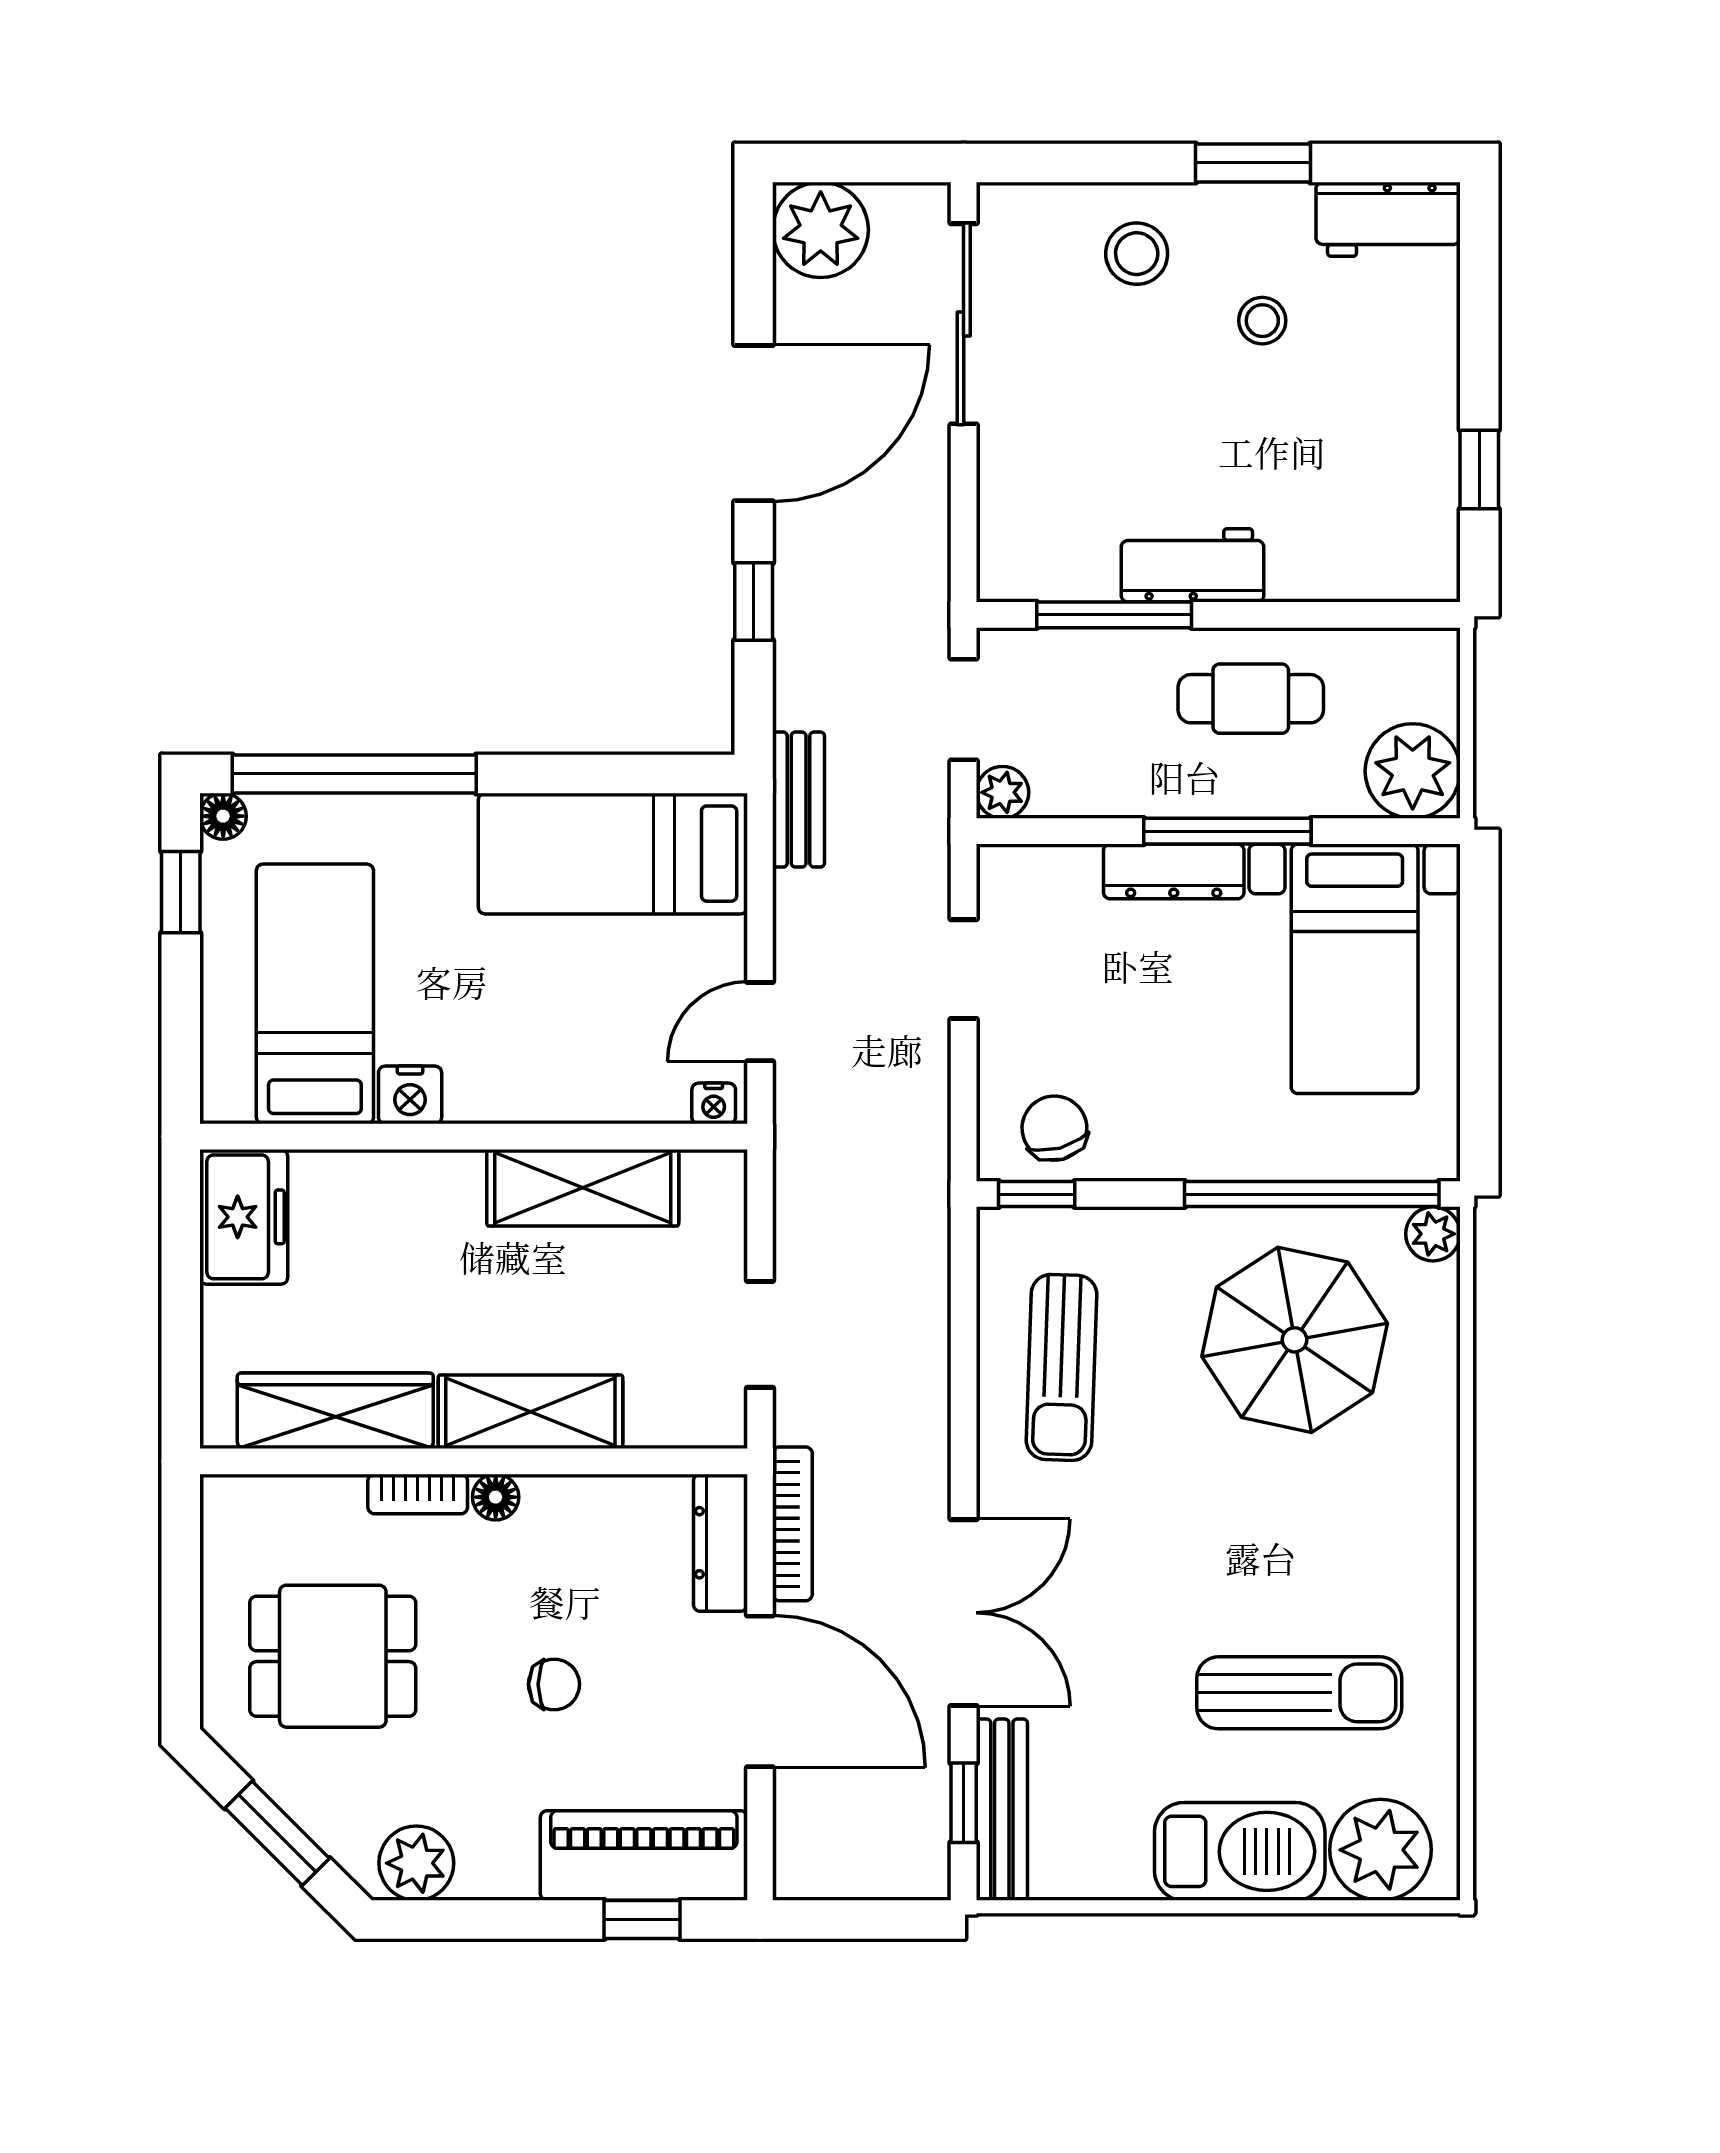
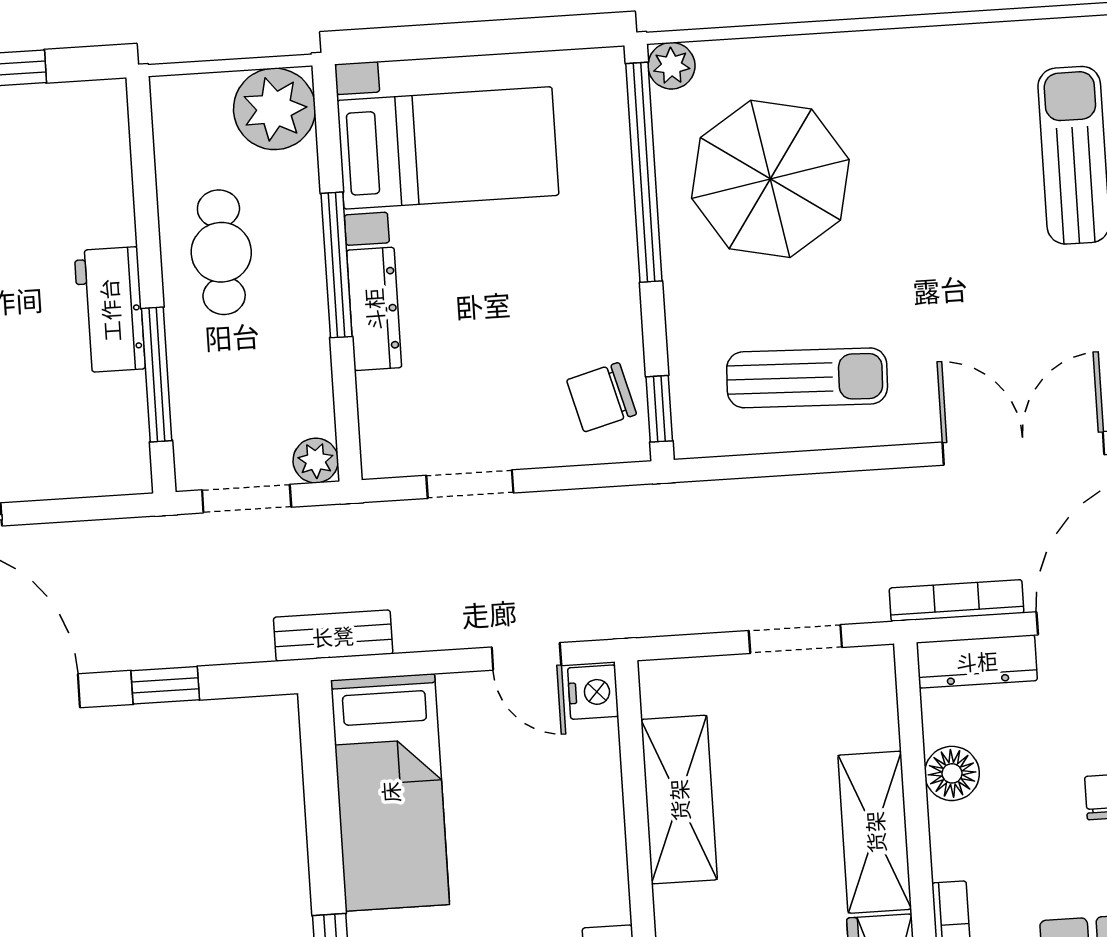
nightstand: (714, 1103) -> (593, 692), width x1.39, depth x1.35
floor lamp: (496, 1497) -> (952, 773), moved, width x1.37, depth x1.37

